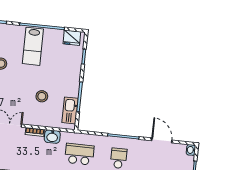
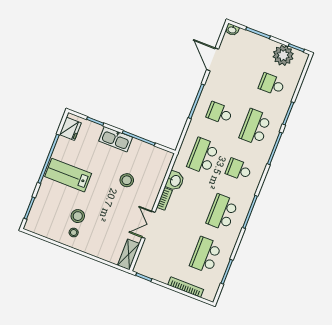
lab bench: (33, 46) -> (68, 175), turned 180
kitchen sink: (70, 110) -> (116, 139), moved
door: (162, 140) -> (213, 59), hinge flipped

